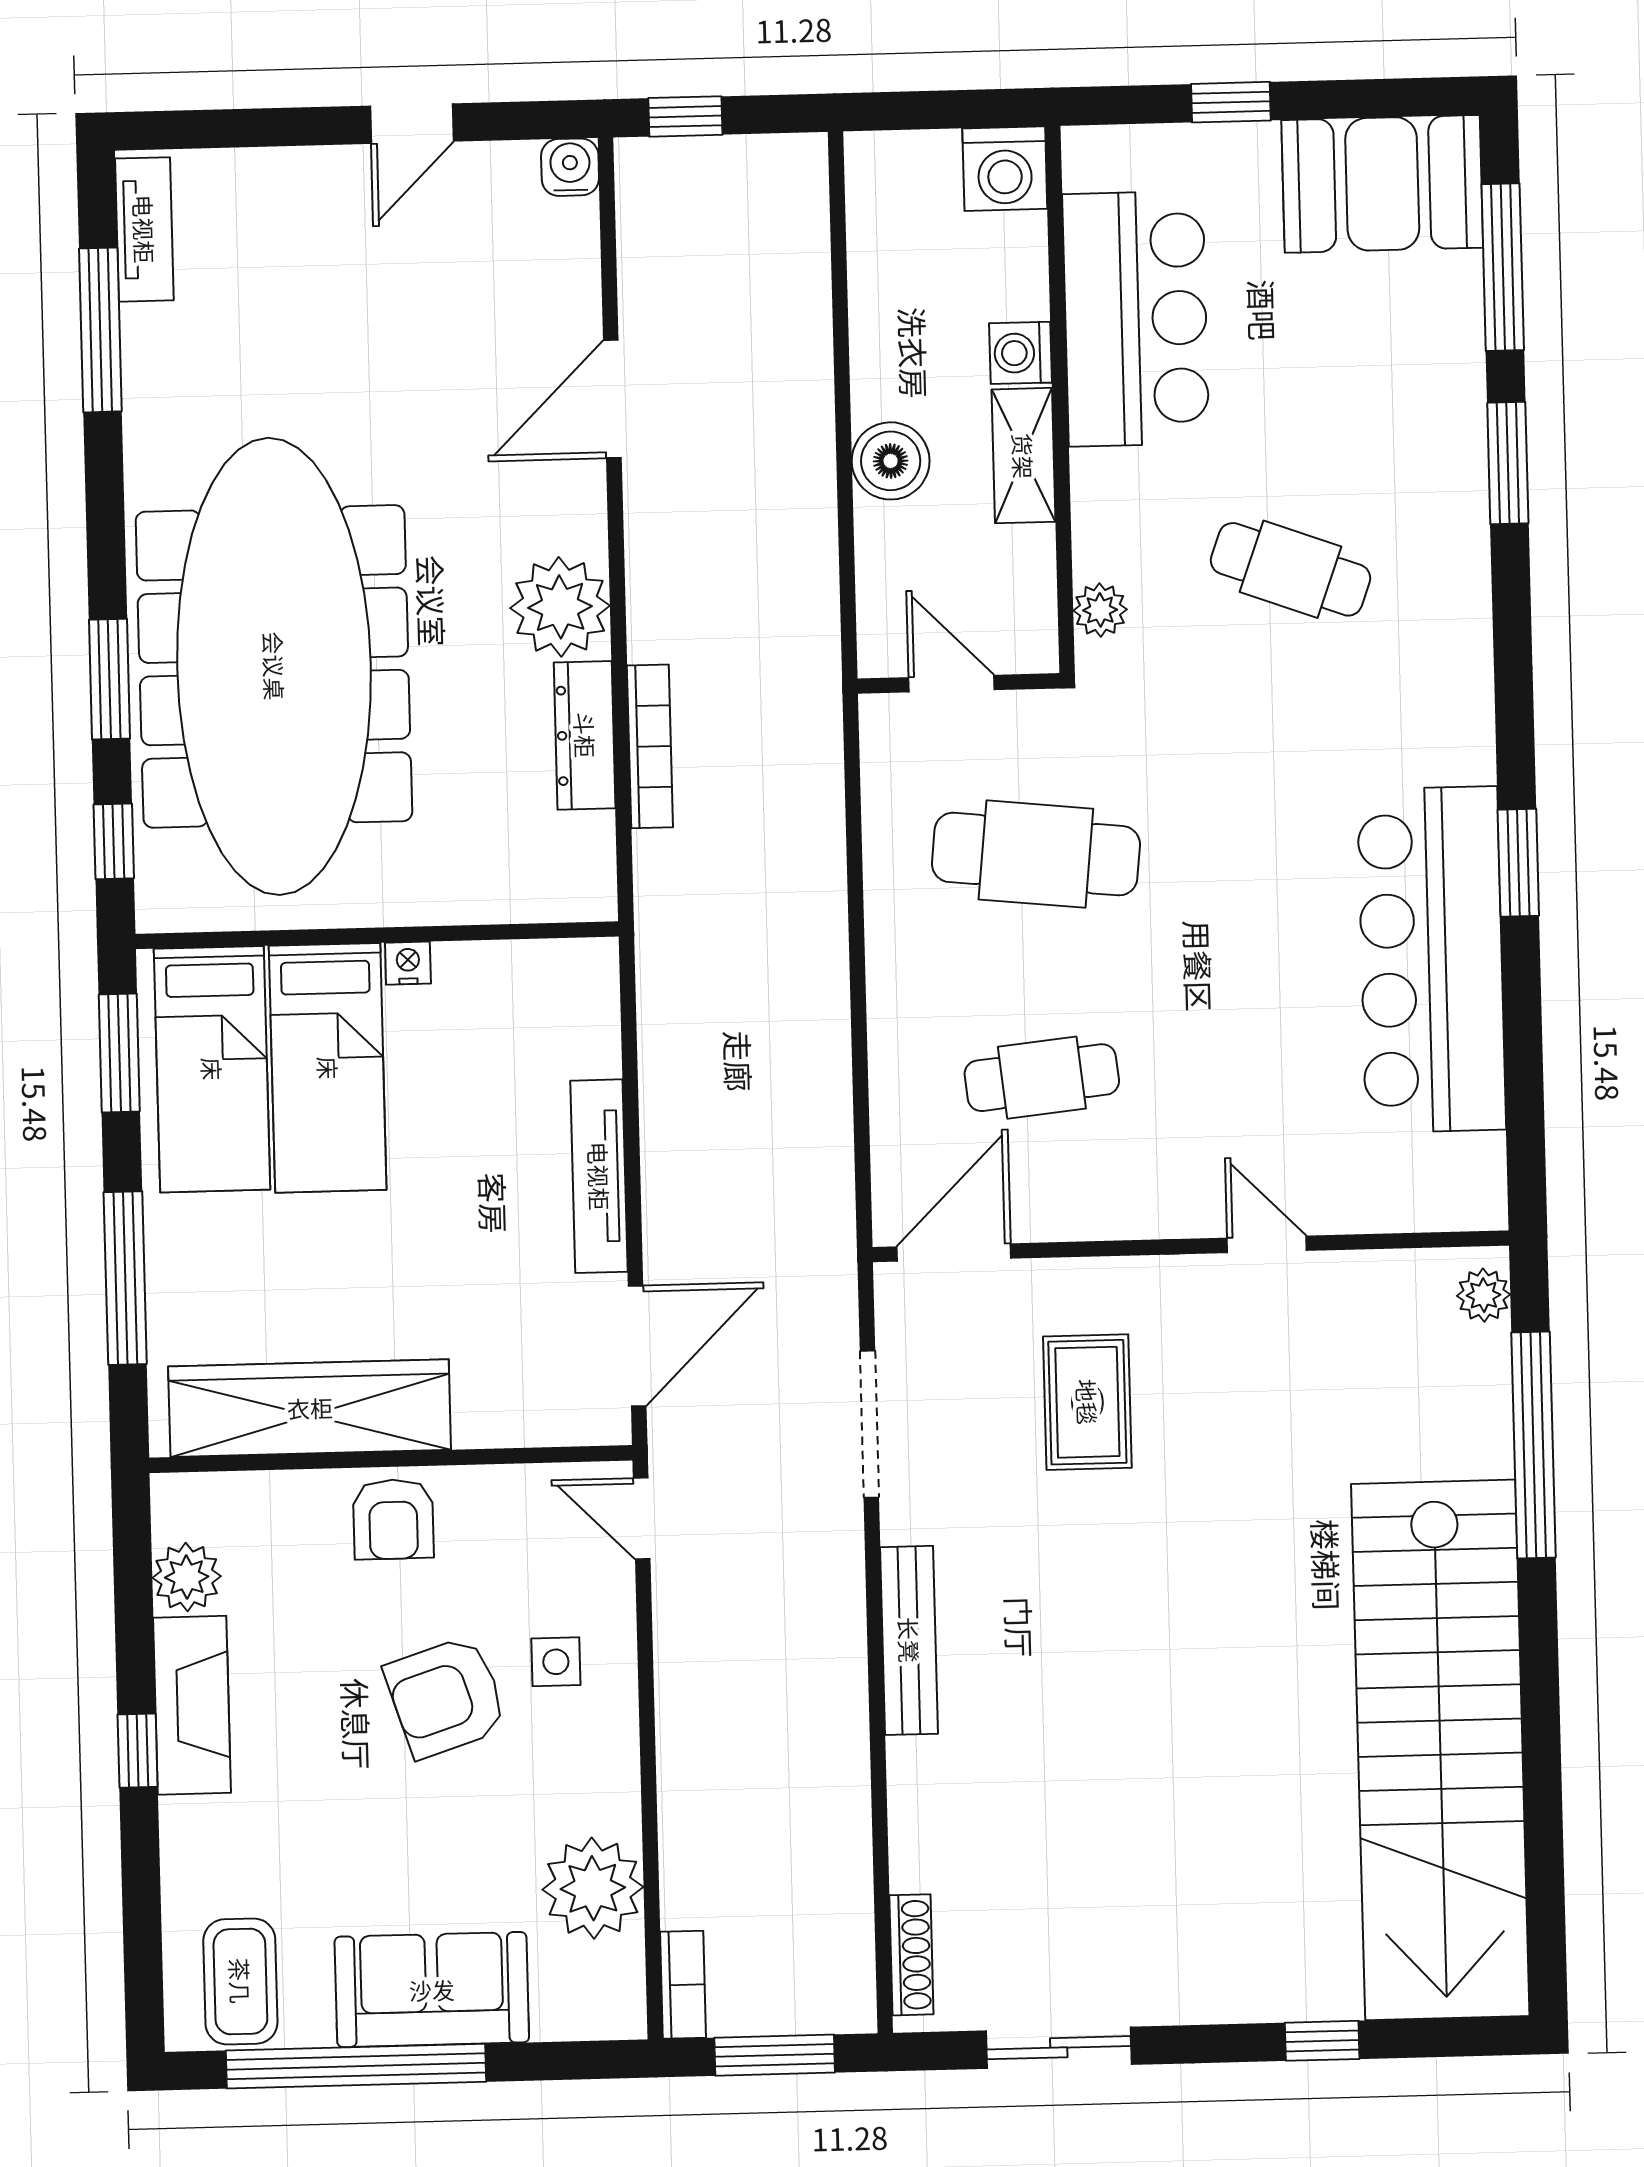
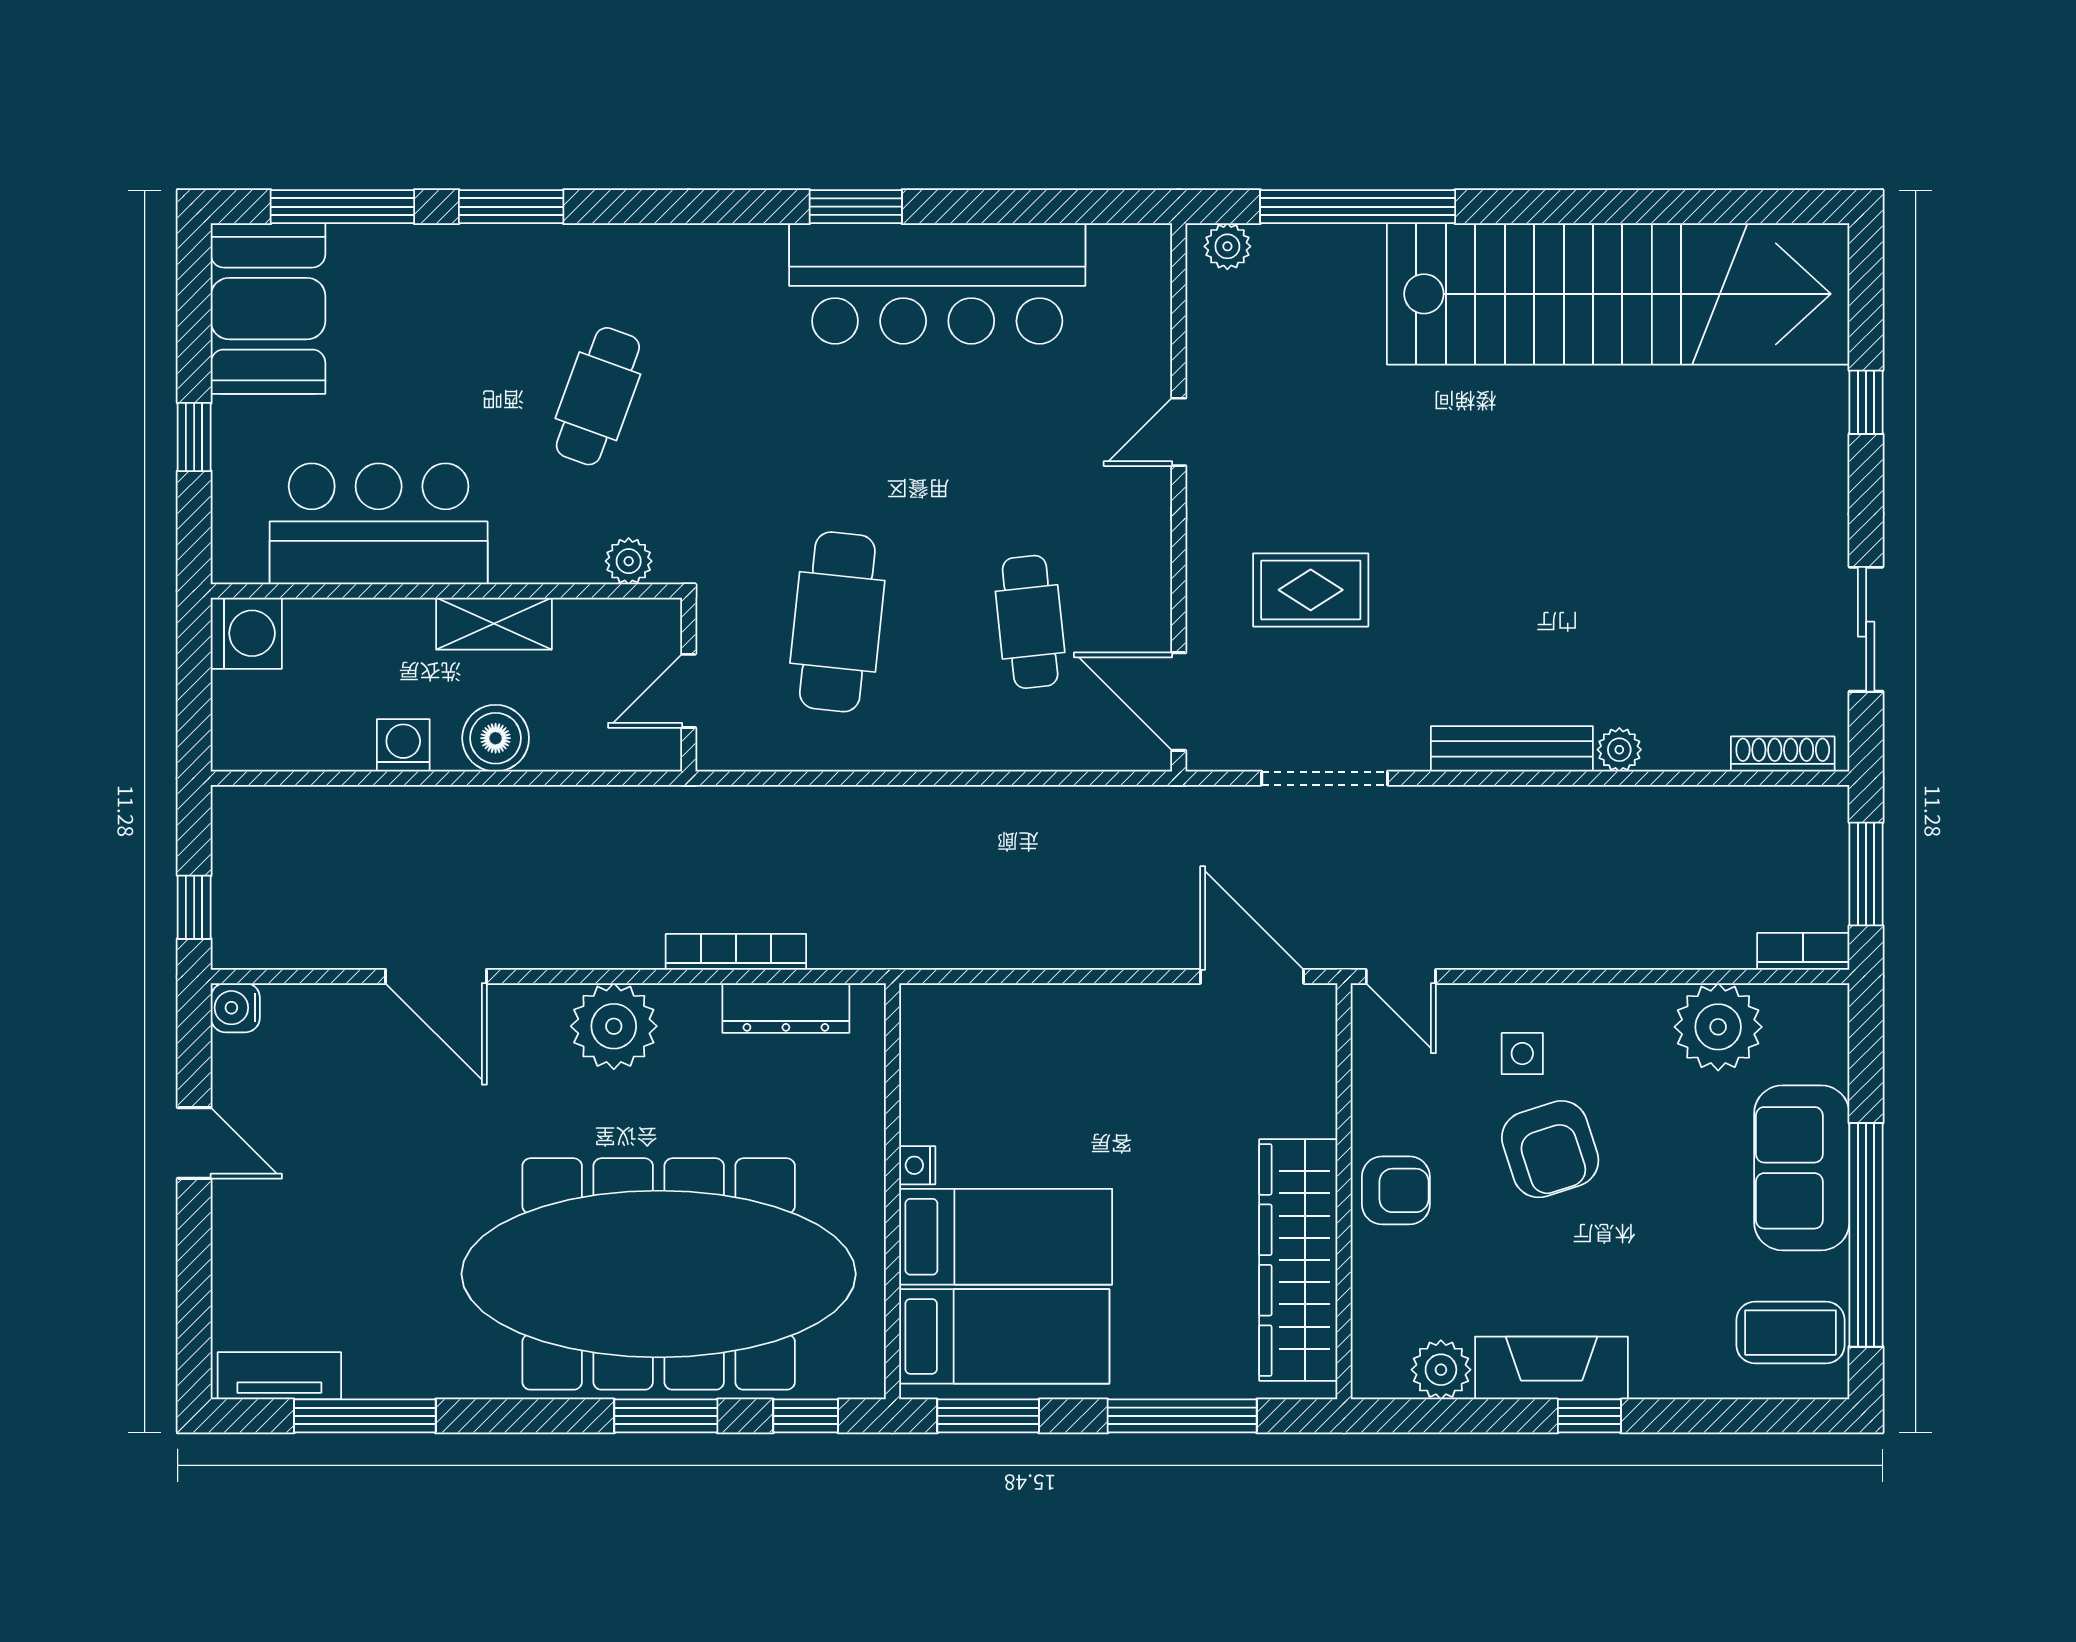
washing machine: (1020, 353) -> (403, 745), moved, turned 180
dresser: (585, 735) -> (786, 1008), moved
tv unit: (599, 1176) -> (1105, 1006), removed
door: (642, 1519) -> (1401, 976), hinge flipped
plant: (911, 1765) -> (1619, 750), added

